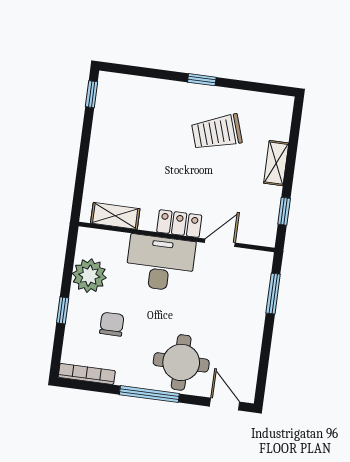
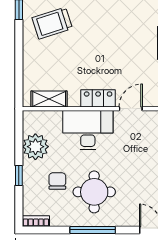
trolley: (217, 132) -> (52, 23), moved
round table: (181, 362) -> (94, 192), moved
bookcase: (87, 374) -> (36, 221), width x0.64

